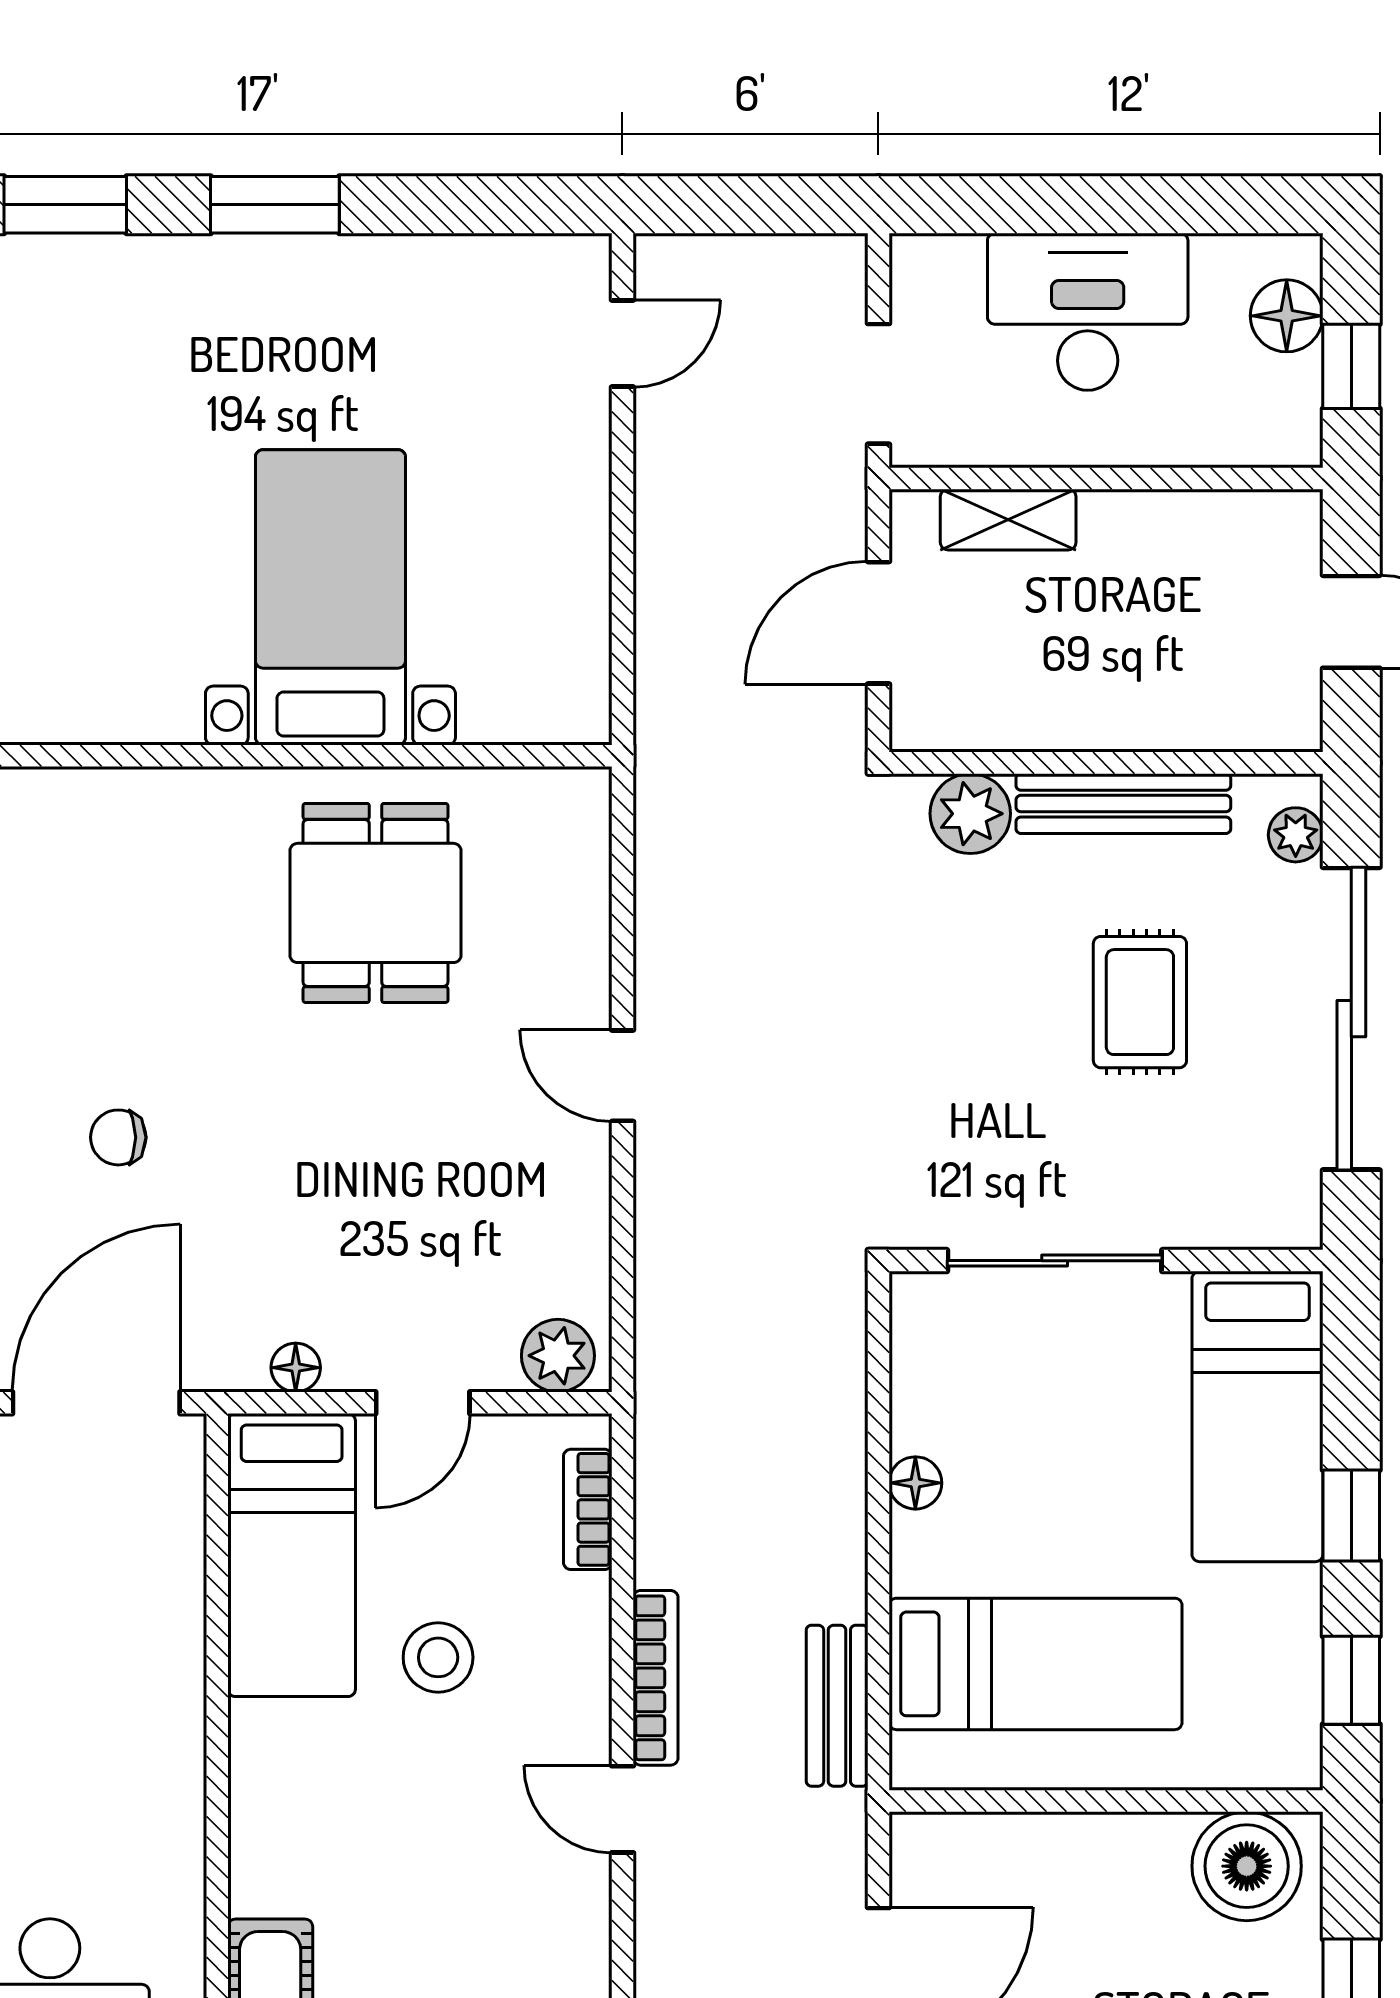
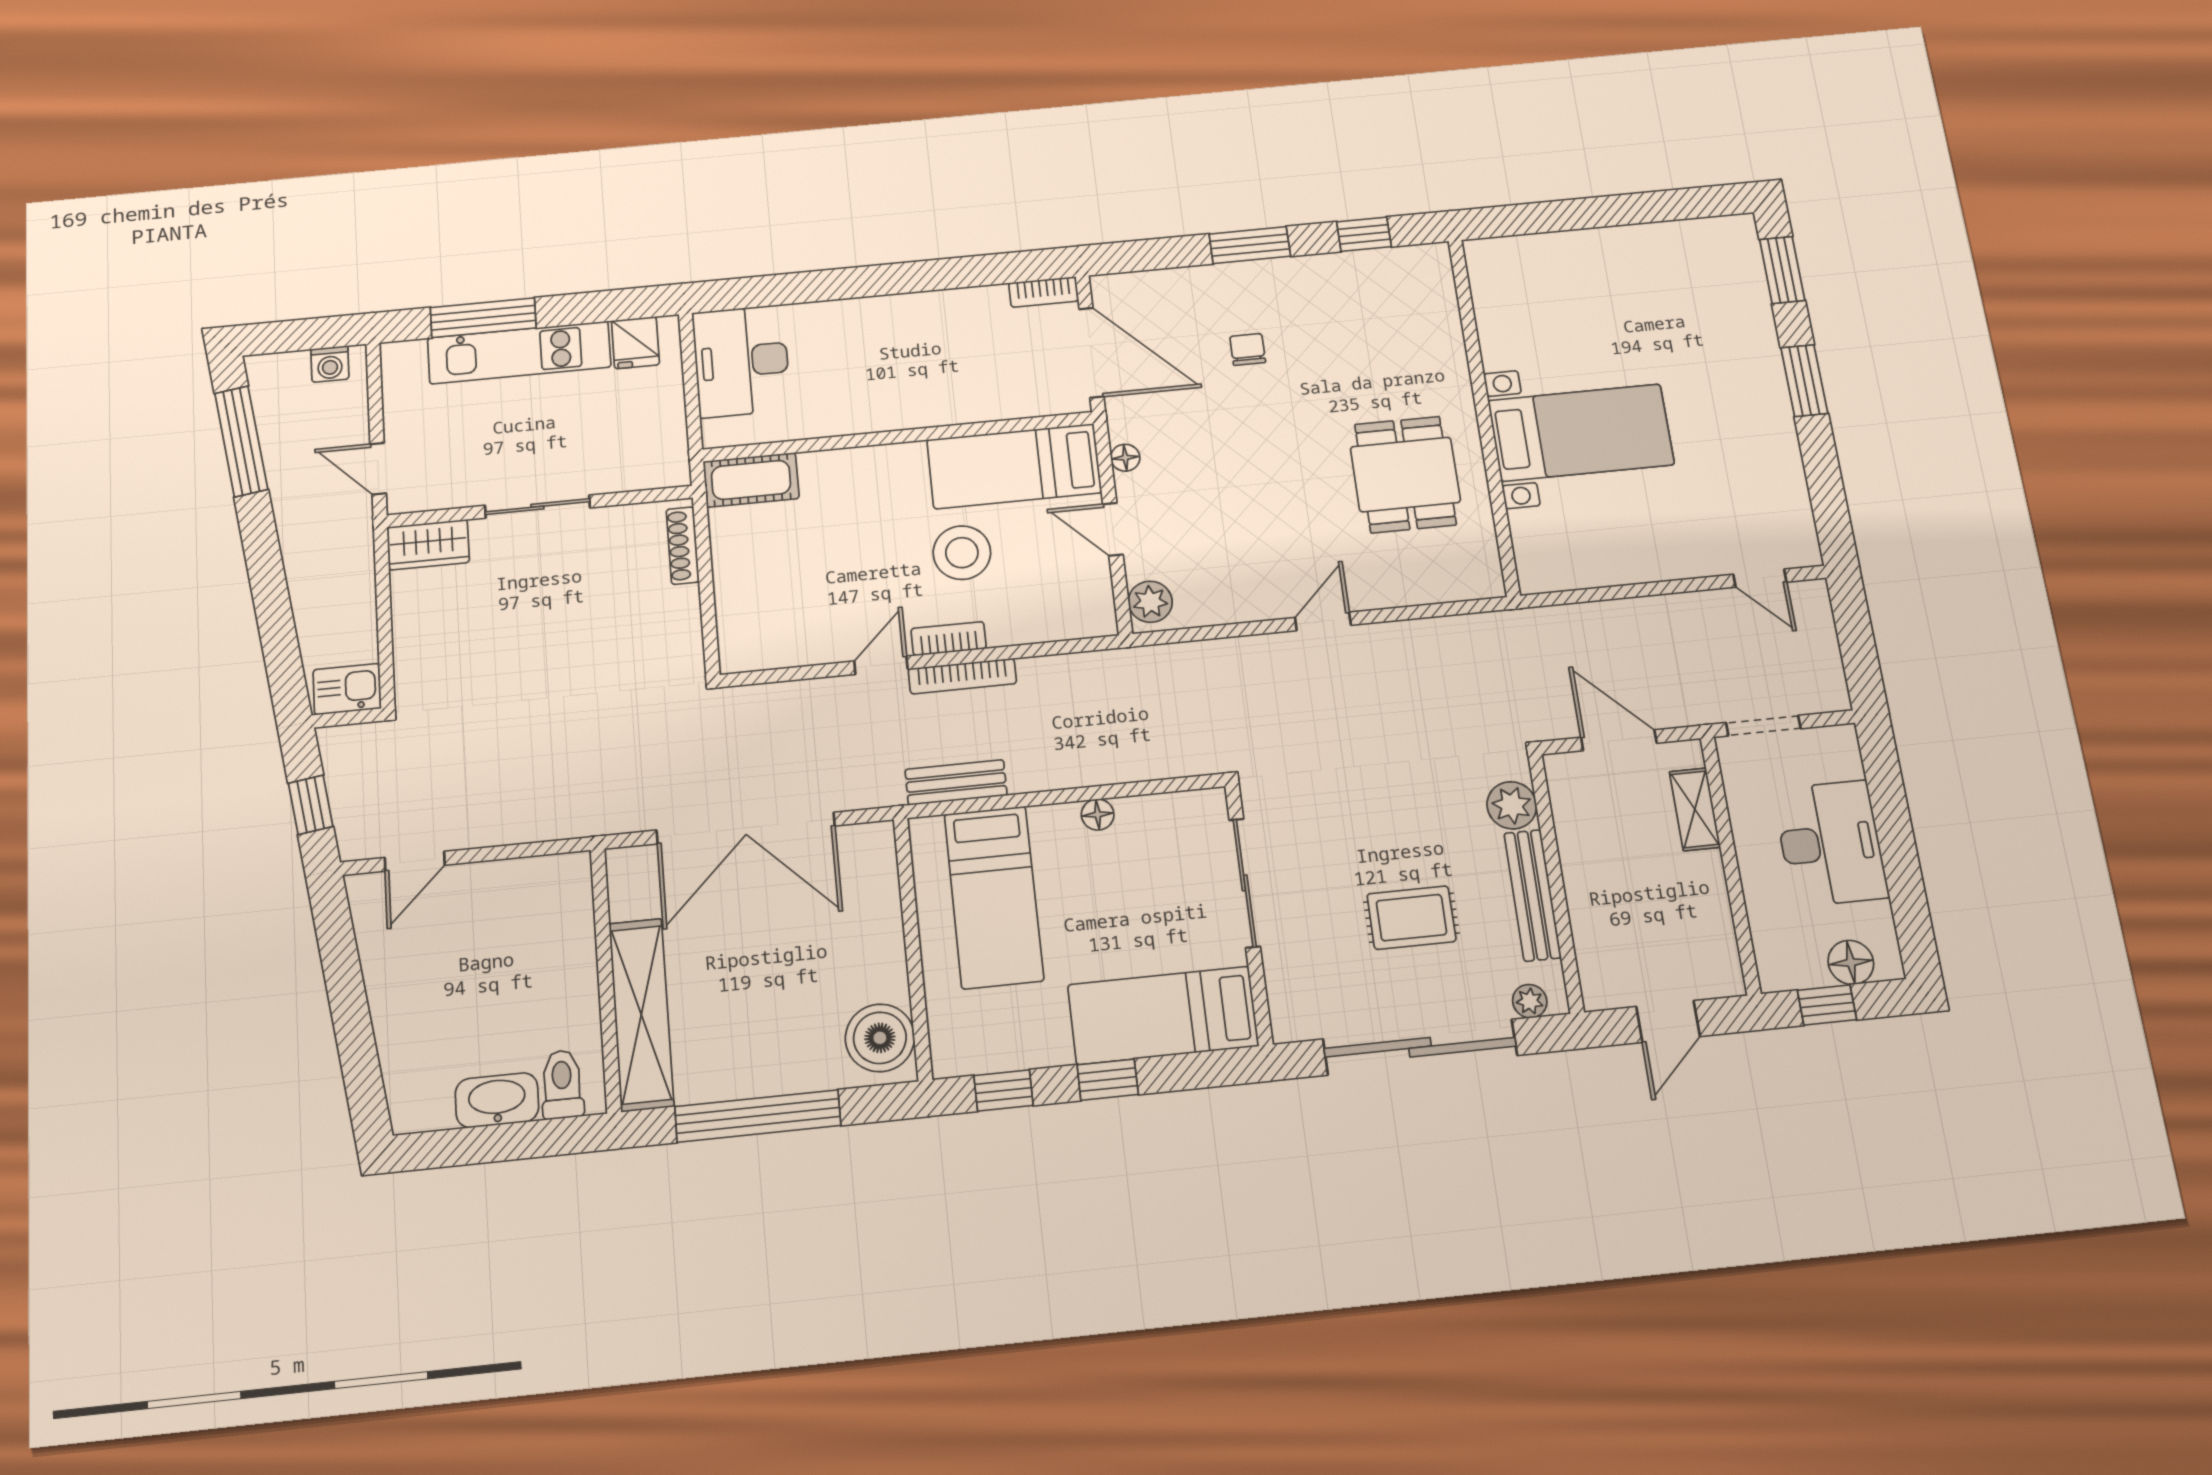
dining table: (376, 903) -> (1405, 474), turned 90
bookcase: (588, 1509) -> (949, 639), moved
stool: (438, 1657) -> (962, 553), width x1.38, depth x1.38

